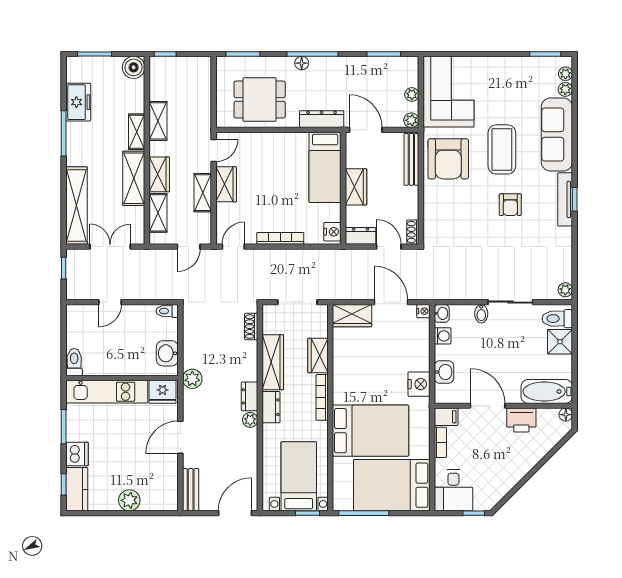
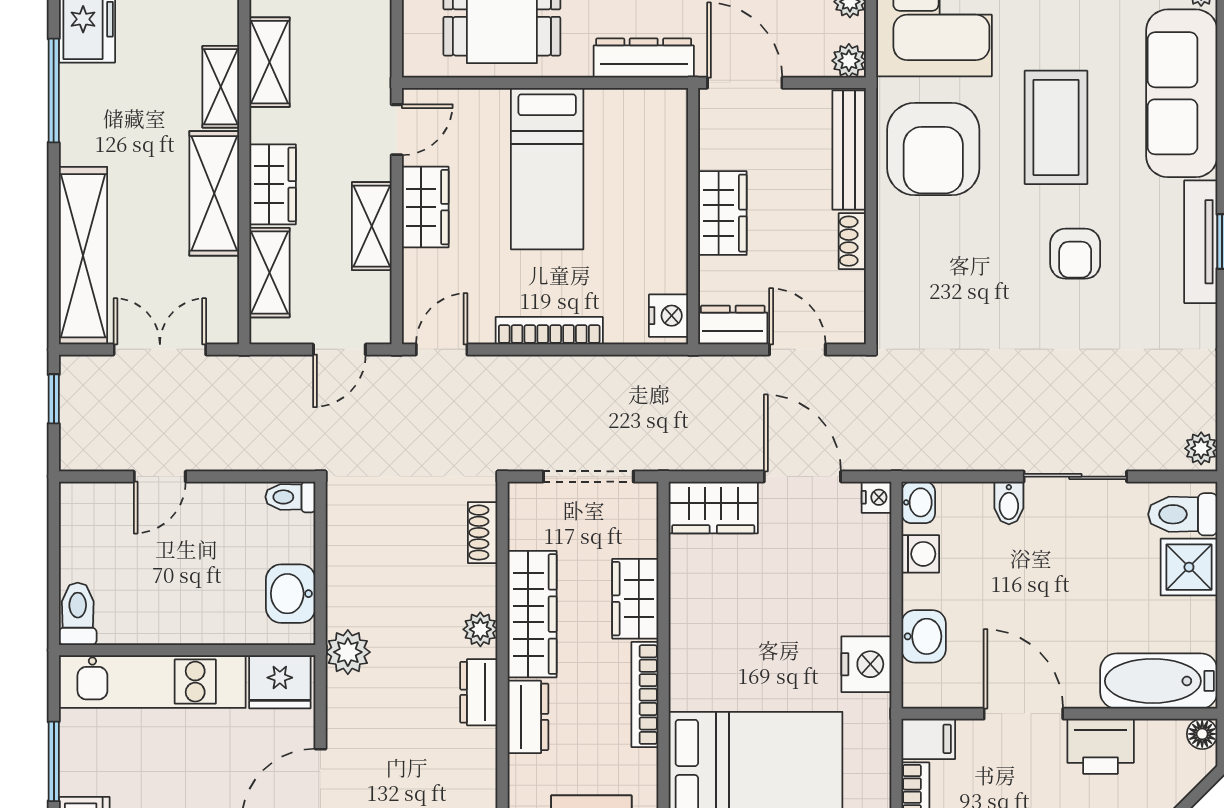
bed: (325, 167) -> (547, 169), moved
shoe rack: (413, 232) -> (852, 241), moved
plant: (250, 420) -> (480, 629), moved

